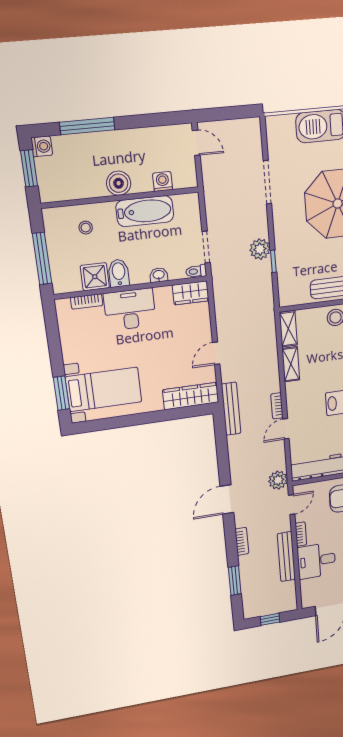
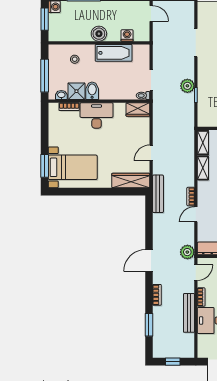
washbasin: (159, 275) -> (61, 95), moved

